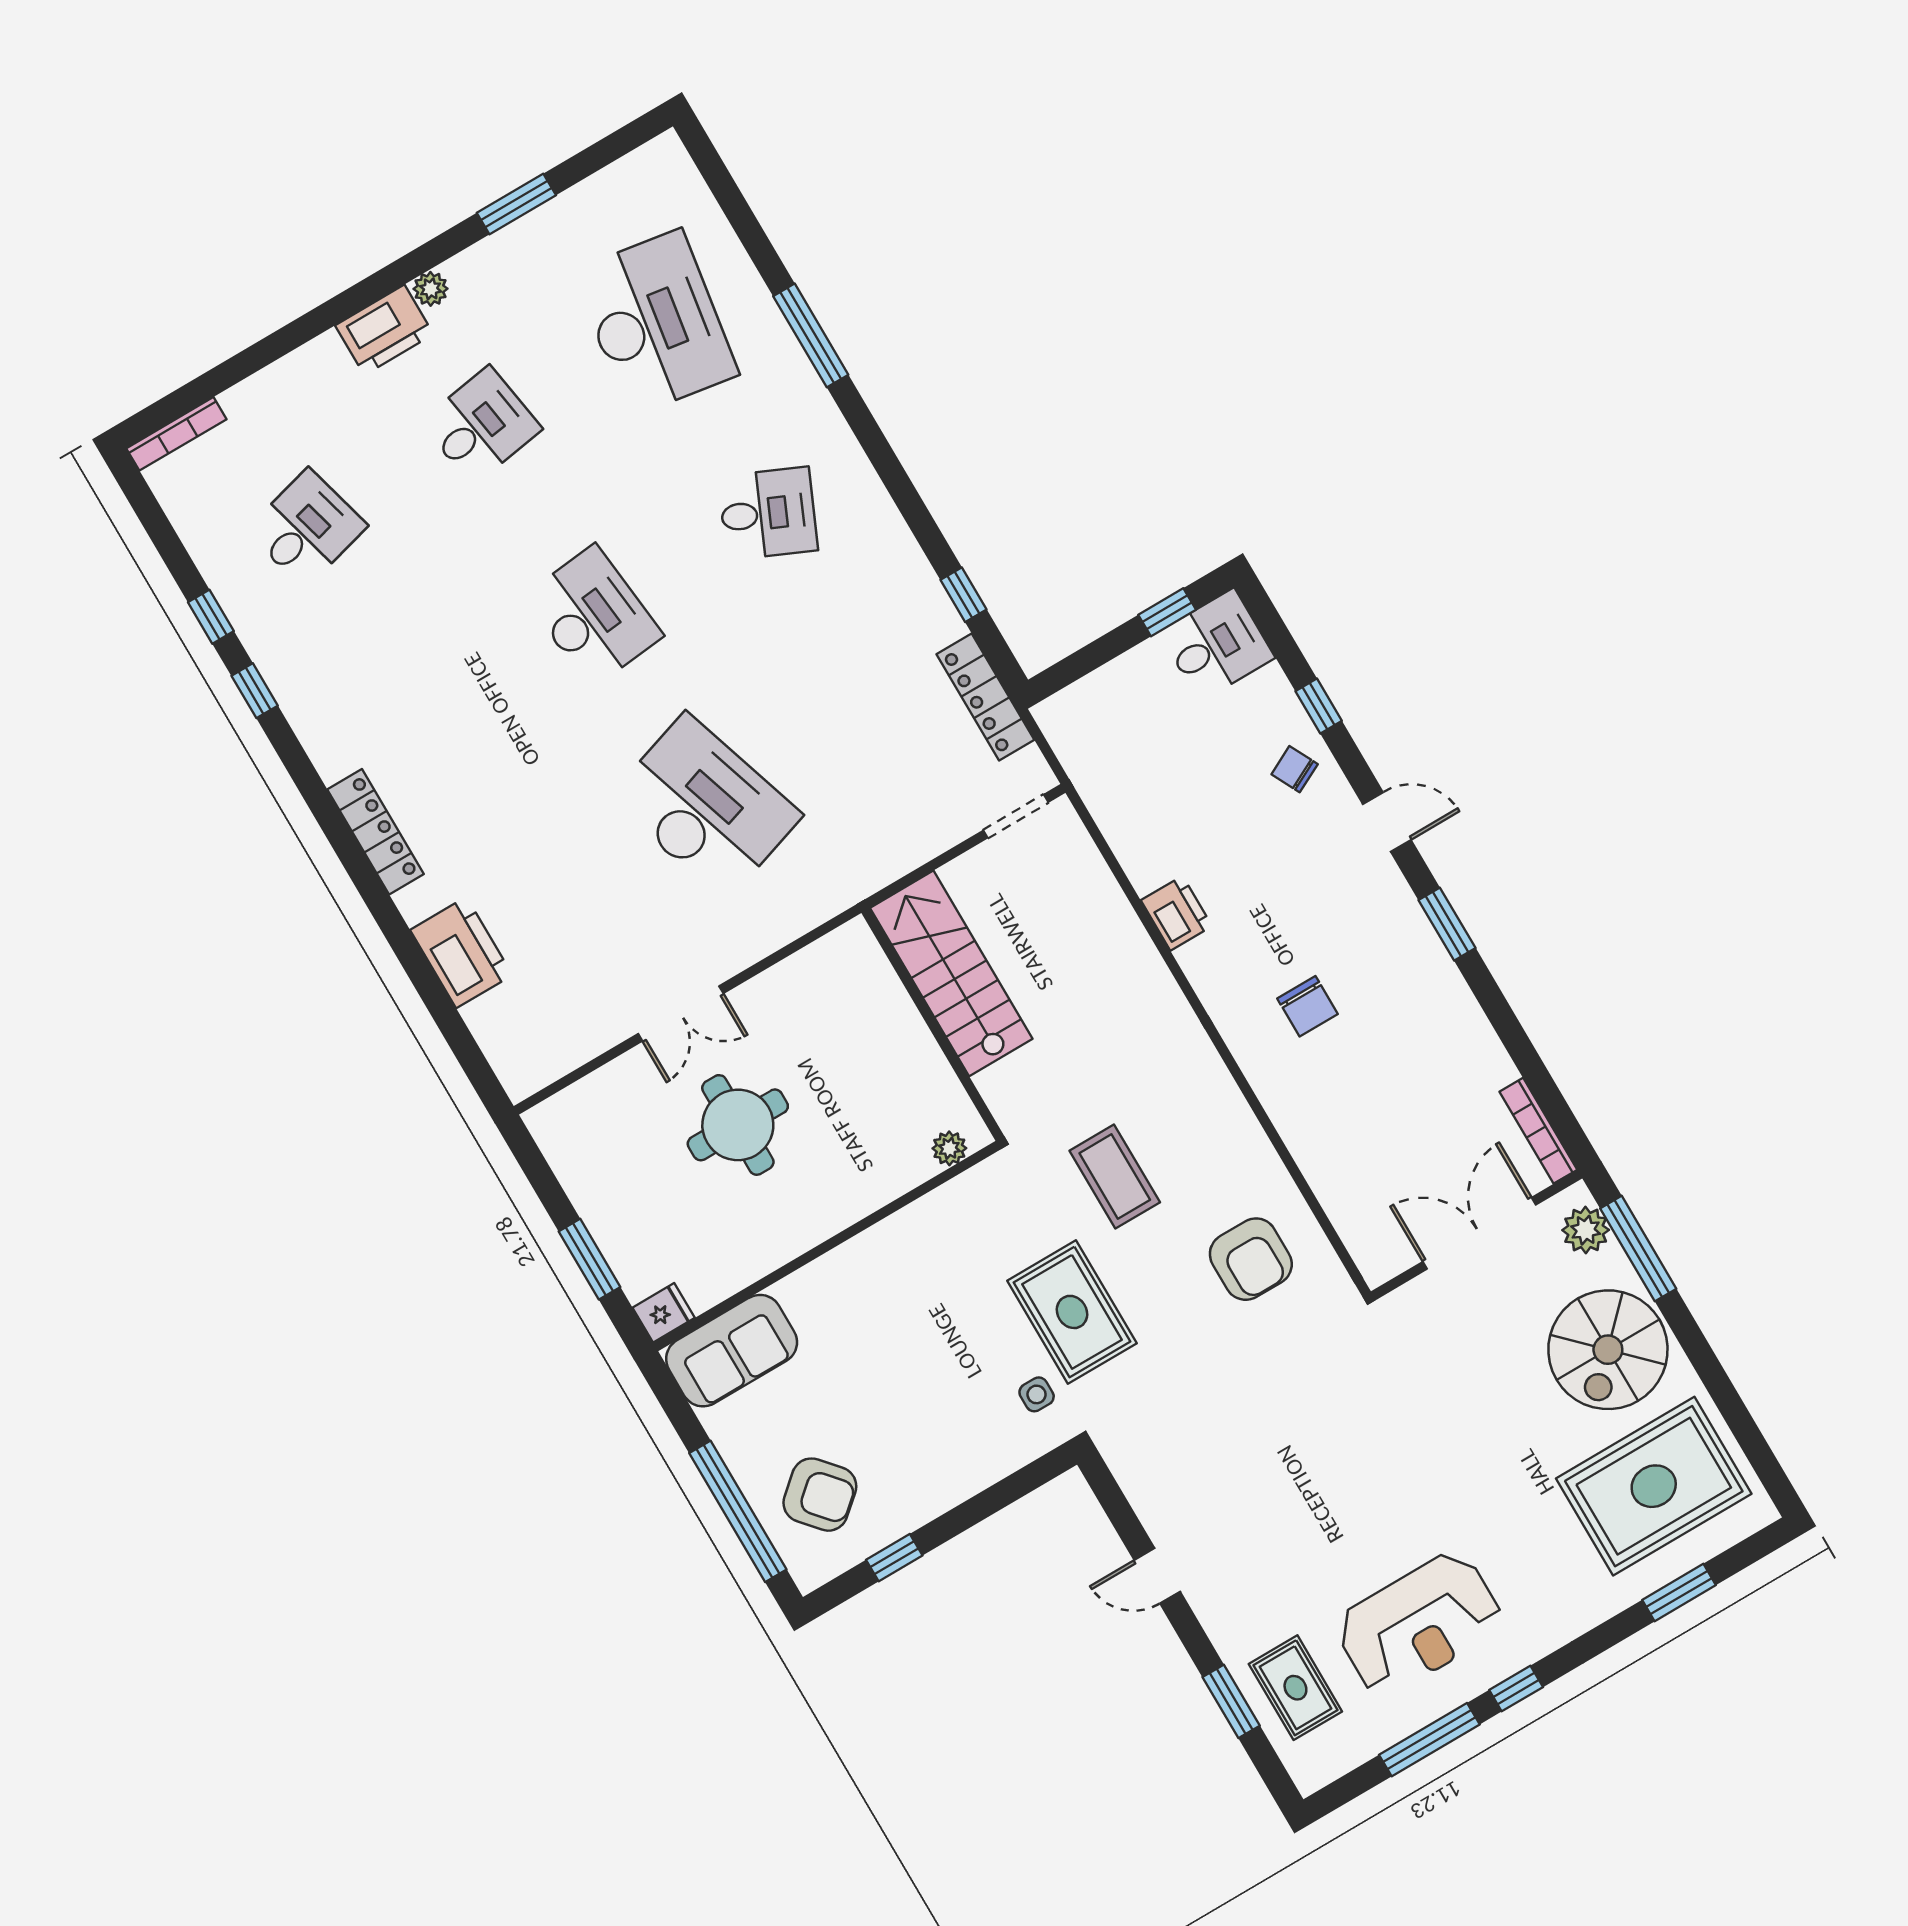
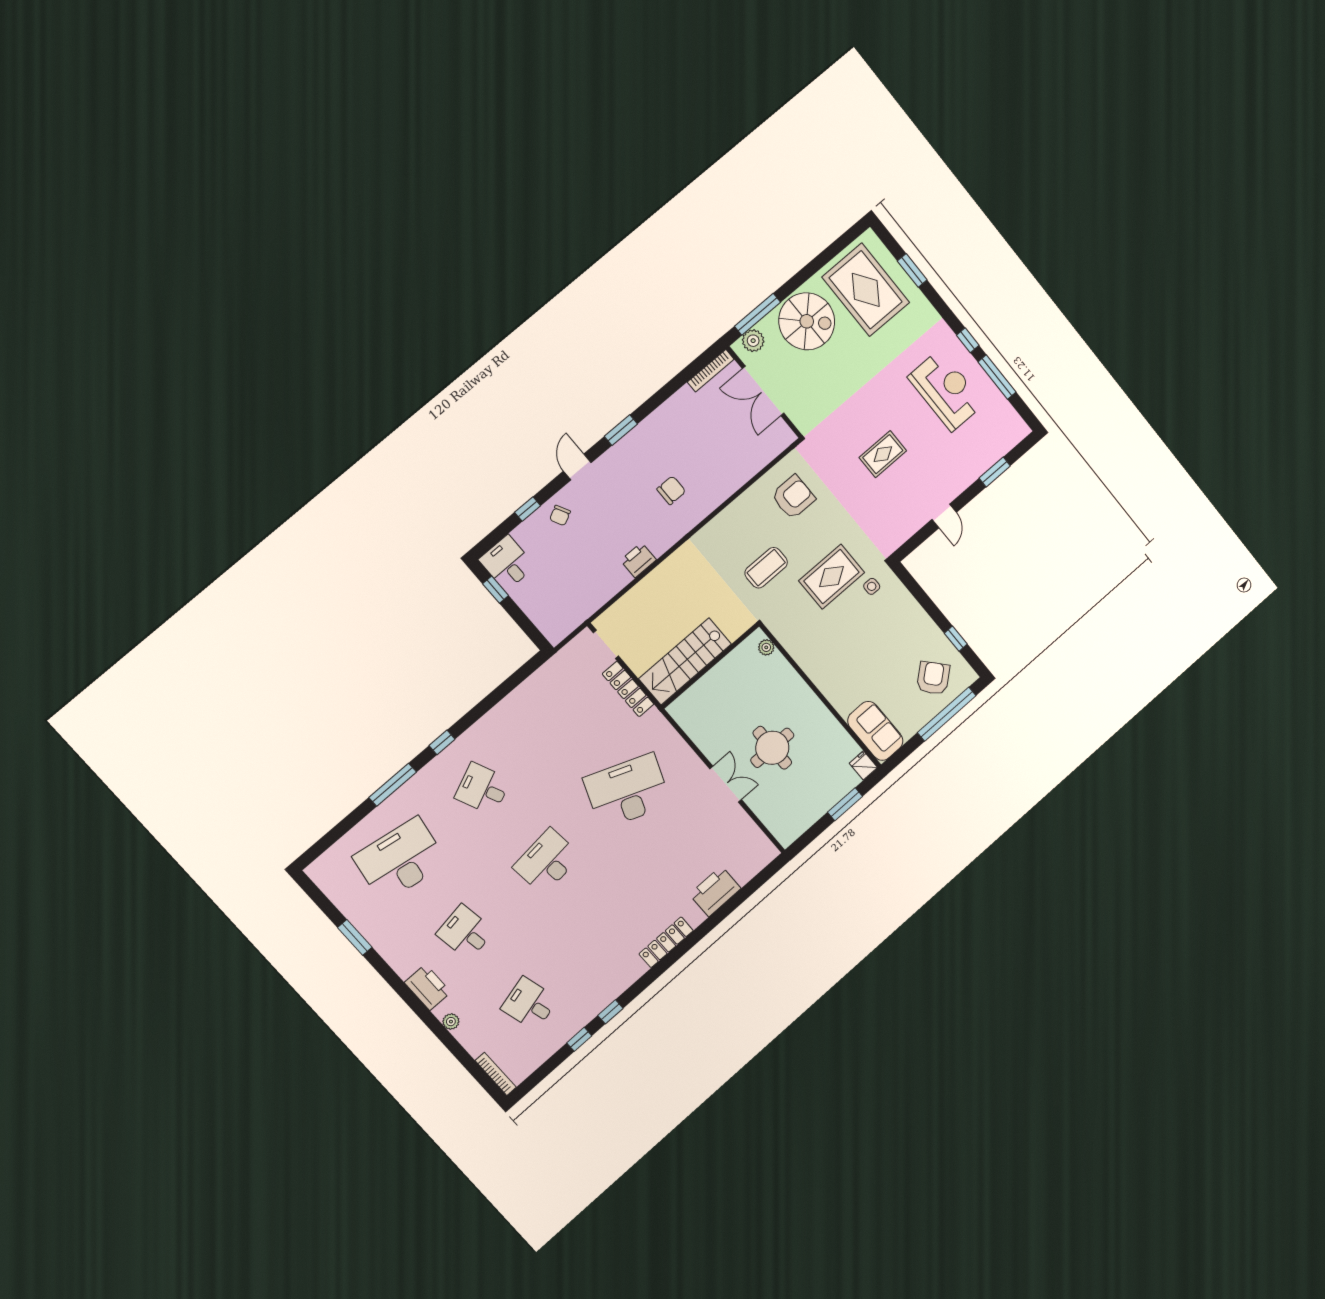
plant: (431, 289) -> (451, 1022), moved
desk: (768, 513) -> (483, 789), turned -48
window: (963, 595) -> (442, 742), moved
locker: (985, 697) -> (628, 689), moved, turned 90
desk: (706, 807) -> (627, 791), turned 39
rug: (1295, 1688) -> (883, 454), moved

